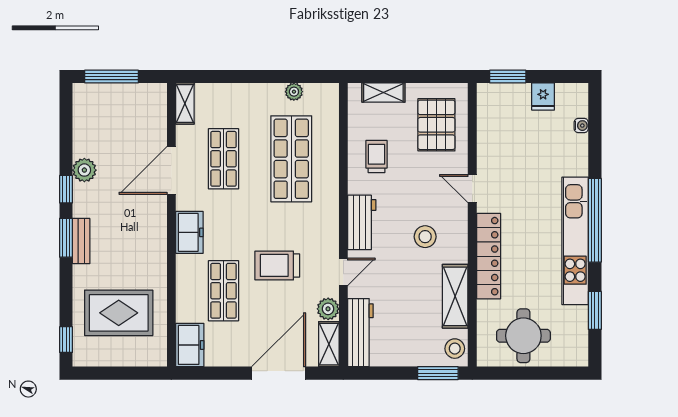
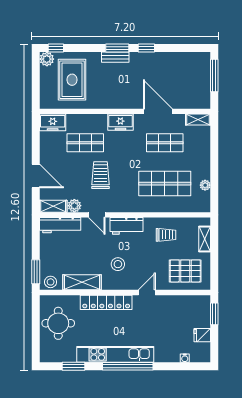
plant: (84, 170) -> (47, 59), moved
door: (279, 373) -> (36, 176), width x0.73

